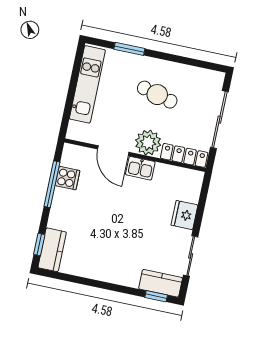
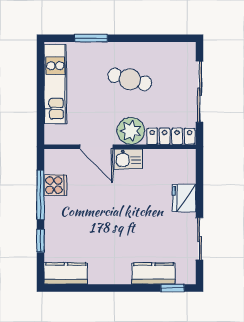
window: (39, 245) -> (40, 241), moved
kitchen counter: (52, 250) -> (66, 273), moved, turned -90
kitchen counter: (161, 283) -> (153, 274), moved

